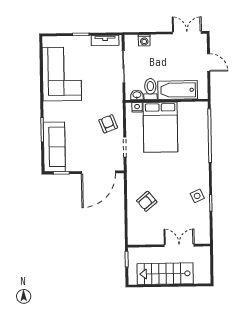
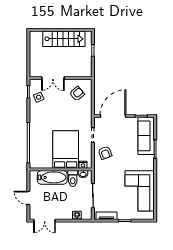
double door: (179, 245) -> (53, 78), moved
wall: (169, 246) -> (61, 78), moved

